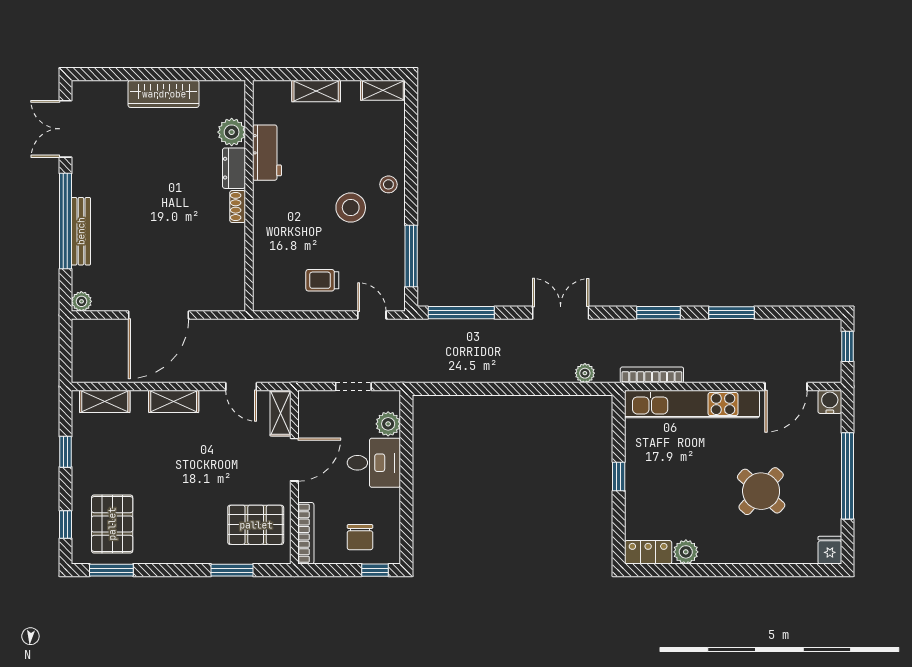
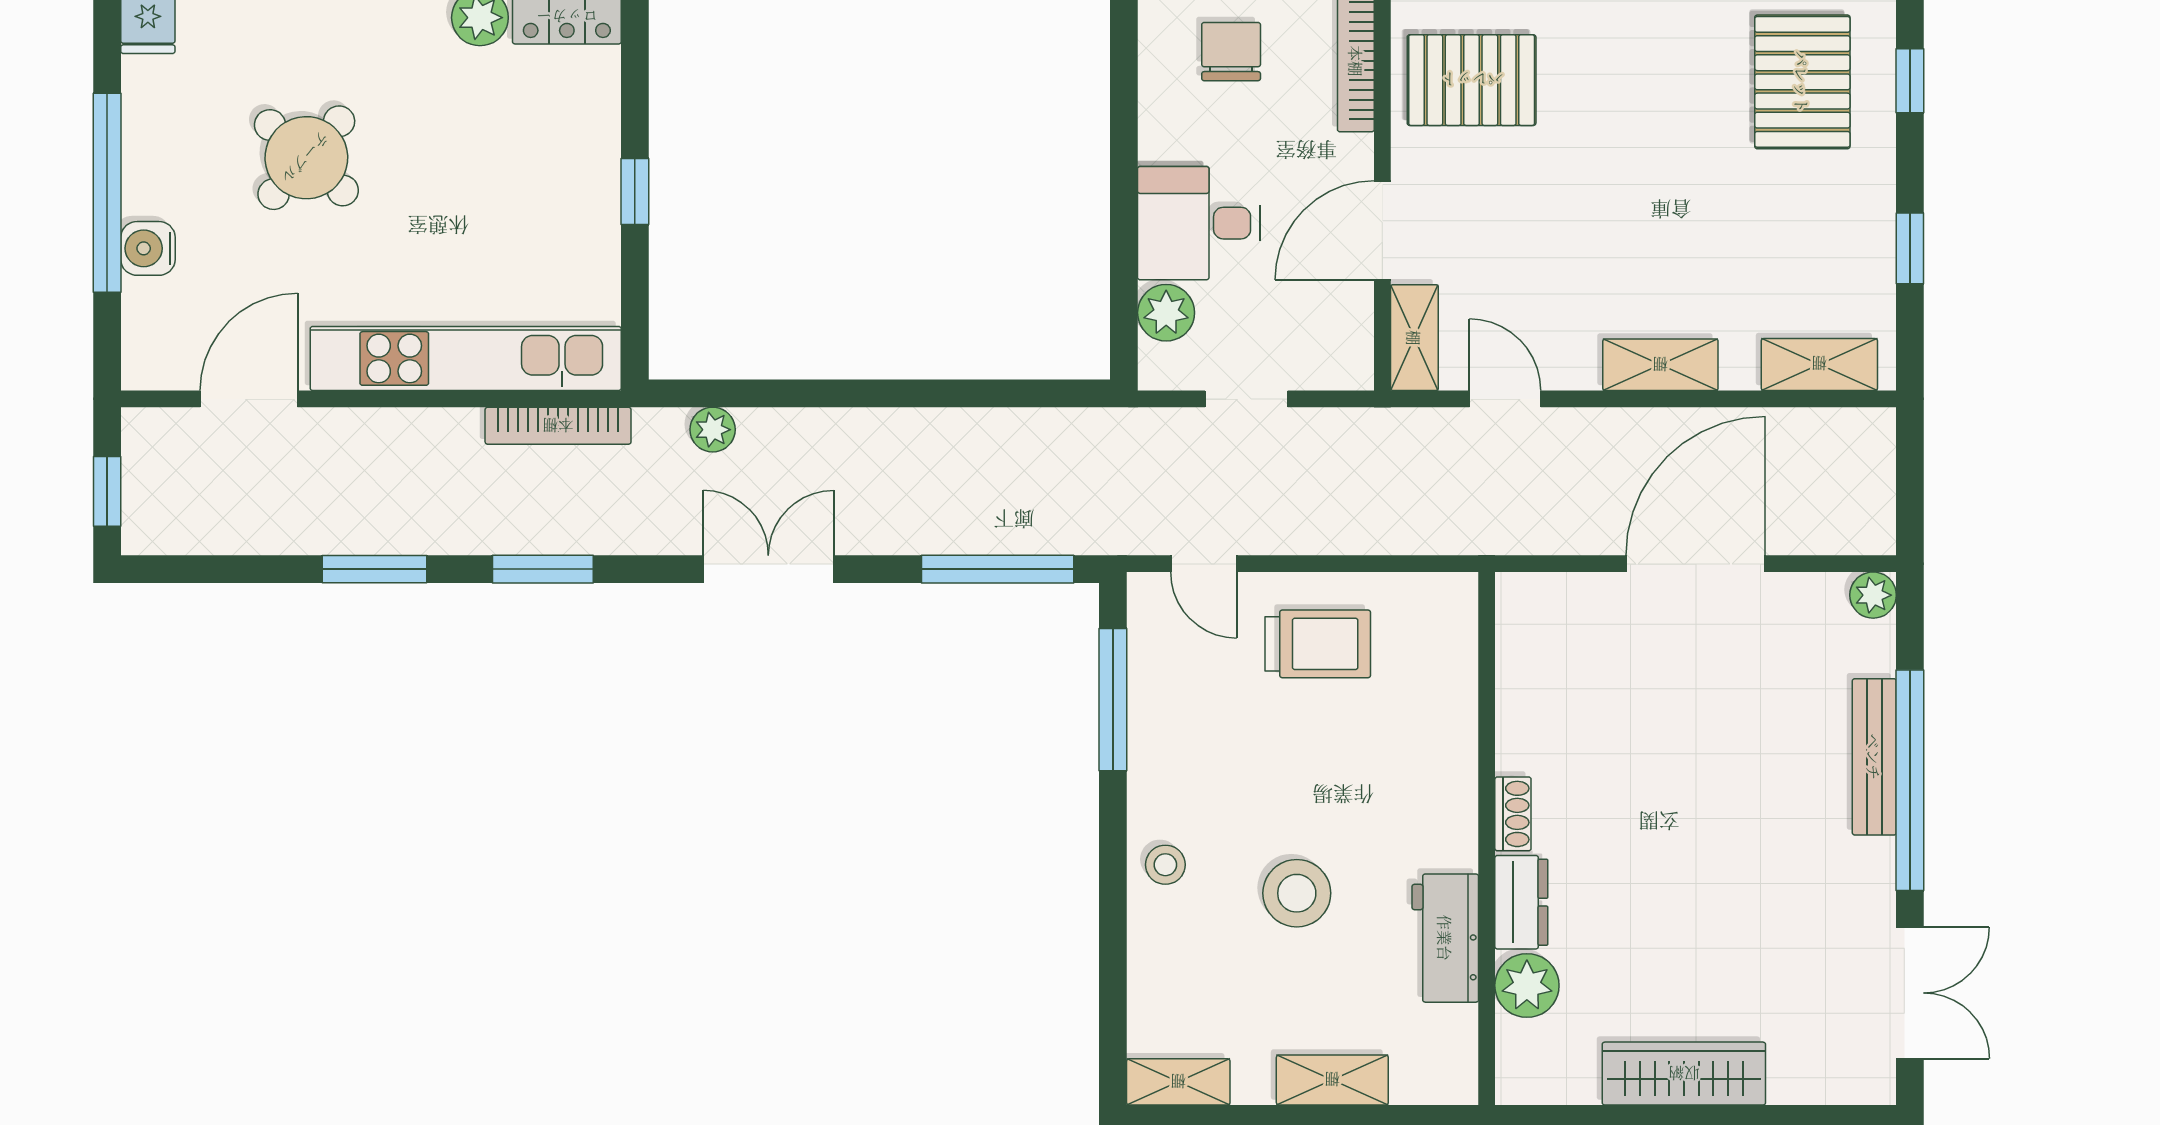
stool: (351, 208) -> (1297, 893), moved
trolley: (322, 280) -> (1318, 644), width x1.36, depth x1.39
double door: (561, 313) -> (768, 569), swing flipped
water cooler: (830, 402) -> (148, 248), moved, turned 90

